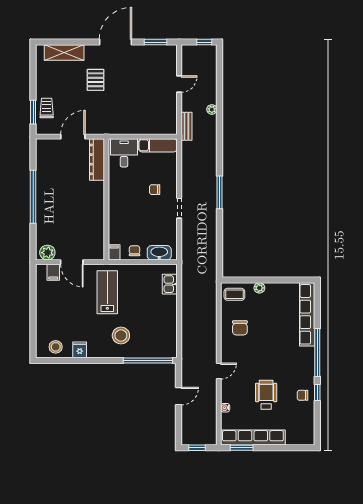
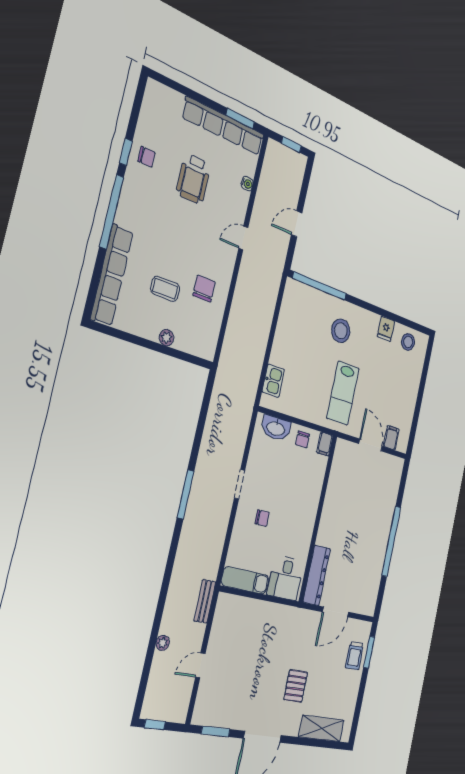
plant: (212, 109) -> (163, 643), moved
plant: (47, 253) -> (392, 465), removed
coffee table: (234, 294) -> (165, 289), moved

